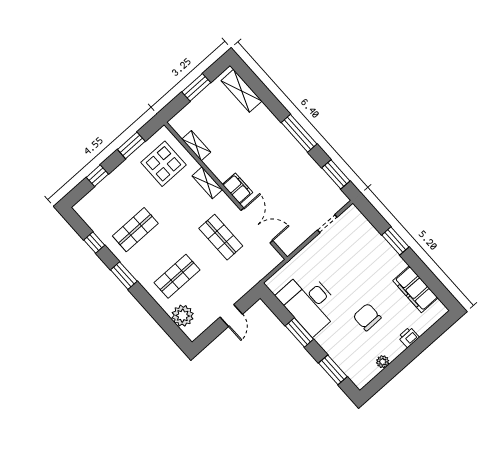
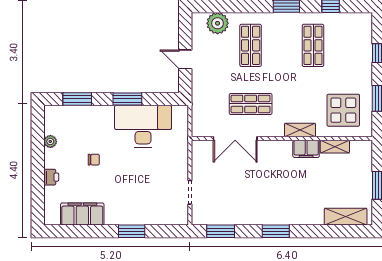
window: (299, 133) -> (276, 231), width x0.69
filing cabinet: (238, 188) -> (306, 149), moved
chair: (367, 317) -> (94, 160), width x0.54, depth x0.54

